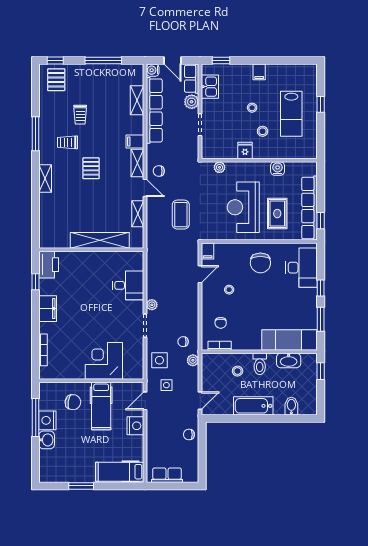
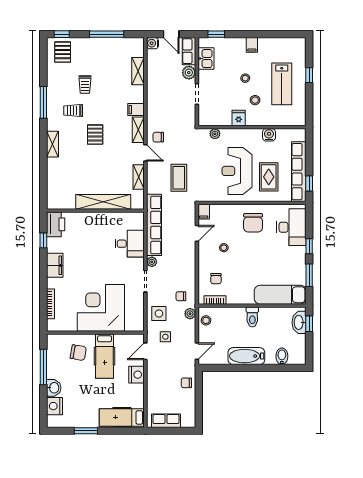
row of seats: (154, 110) -> (154, 225), moved
washbasin: (289, 360) -> (299, 322), moved, turned 90
corner desk: (104, 361) -> (101, 308), width x1.36, depth x1.36
stool: (238, 371) -> (206, 320), moved
nightstand: (47, 420) -> (54, 406), moved

